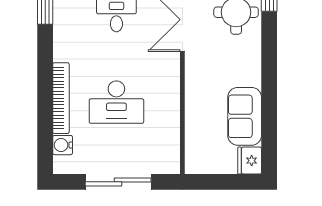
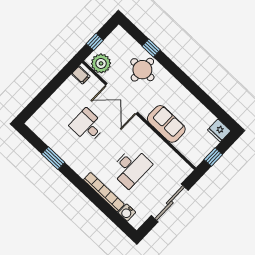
sofa: (245, 116) -> (166, 124), moved, turned 180
window: (214, 182) -> (213, 157), added

